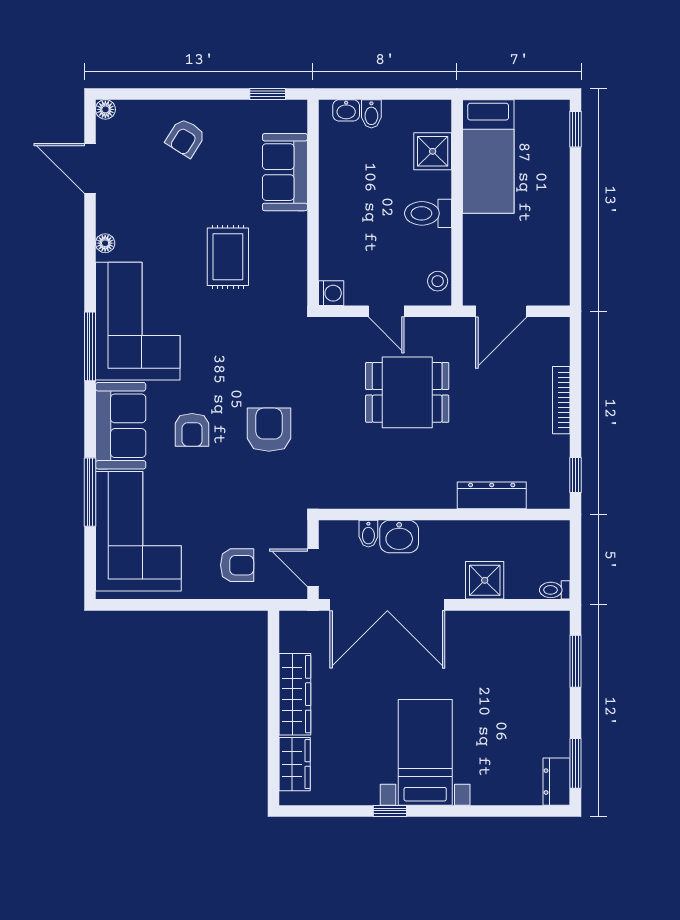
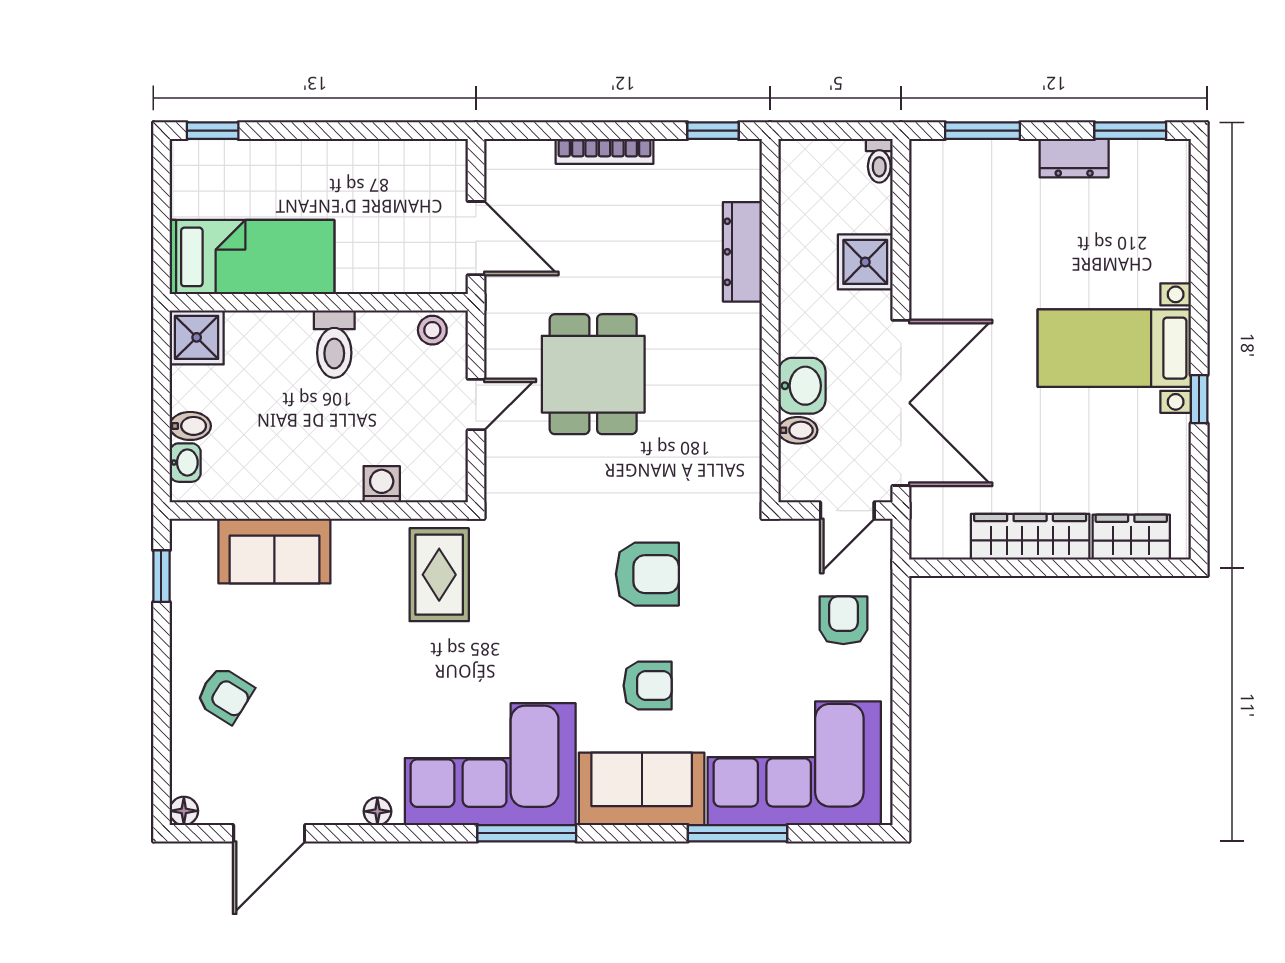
shower: (433, 151) -> (197, 337), moved
rug: (228, 257) -> (439, 575), moved, turned 90
washing machine: (331, 293) -> (382, 484), moved
armchair: (269, 430) -> (647, 574), turned 180
dresser: (556, 782) -> (1074, 158), moved

